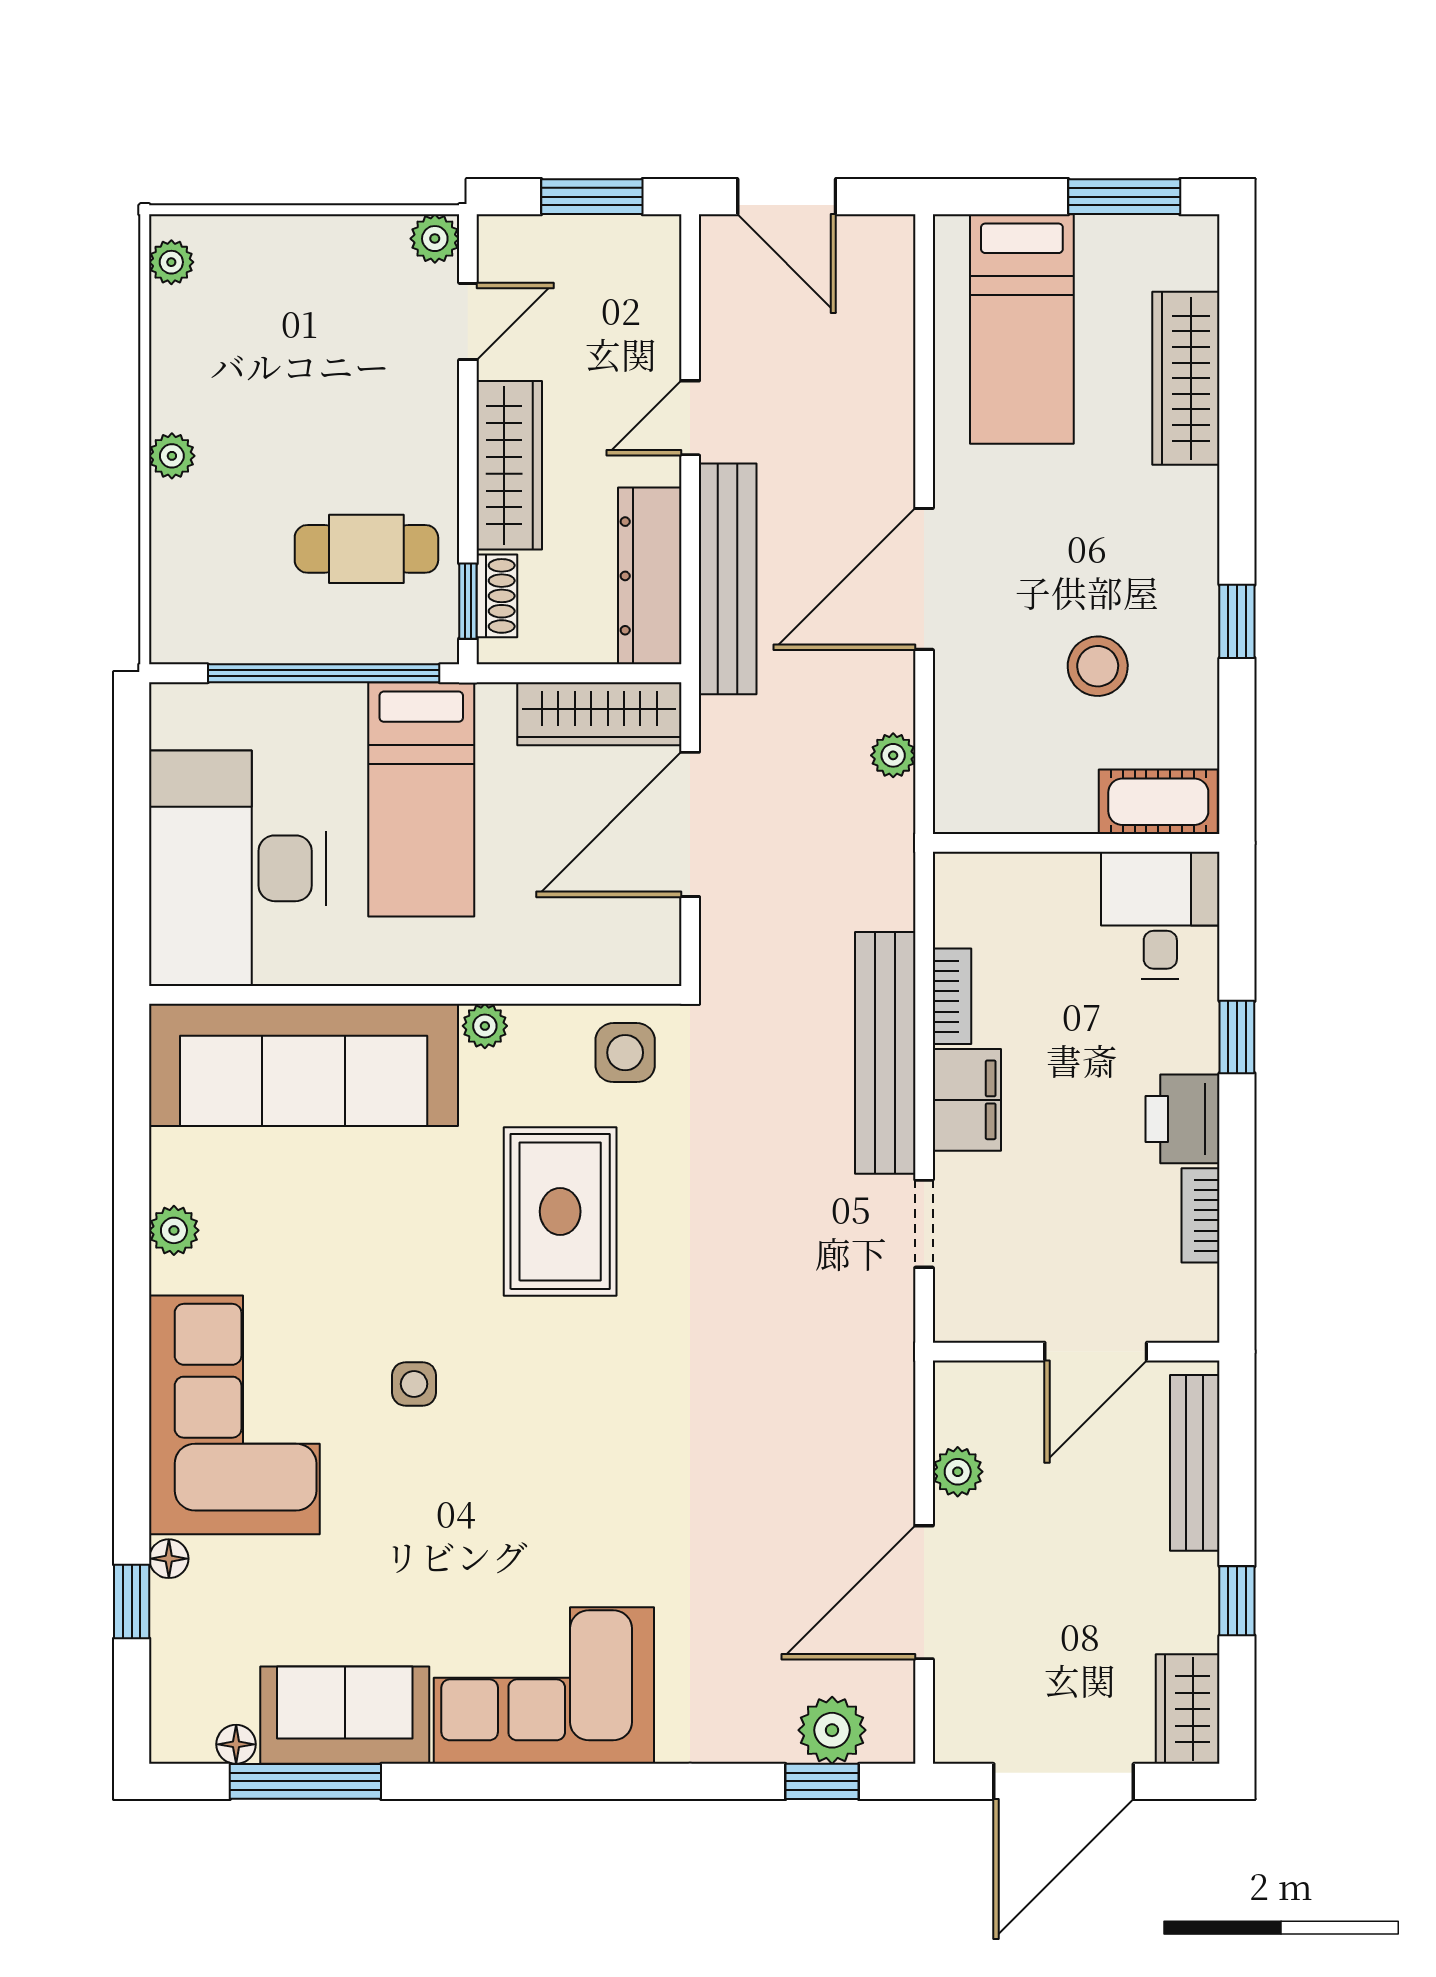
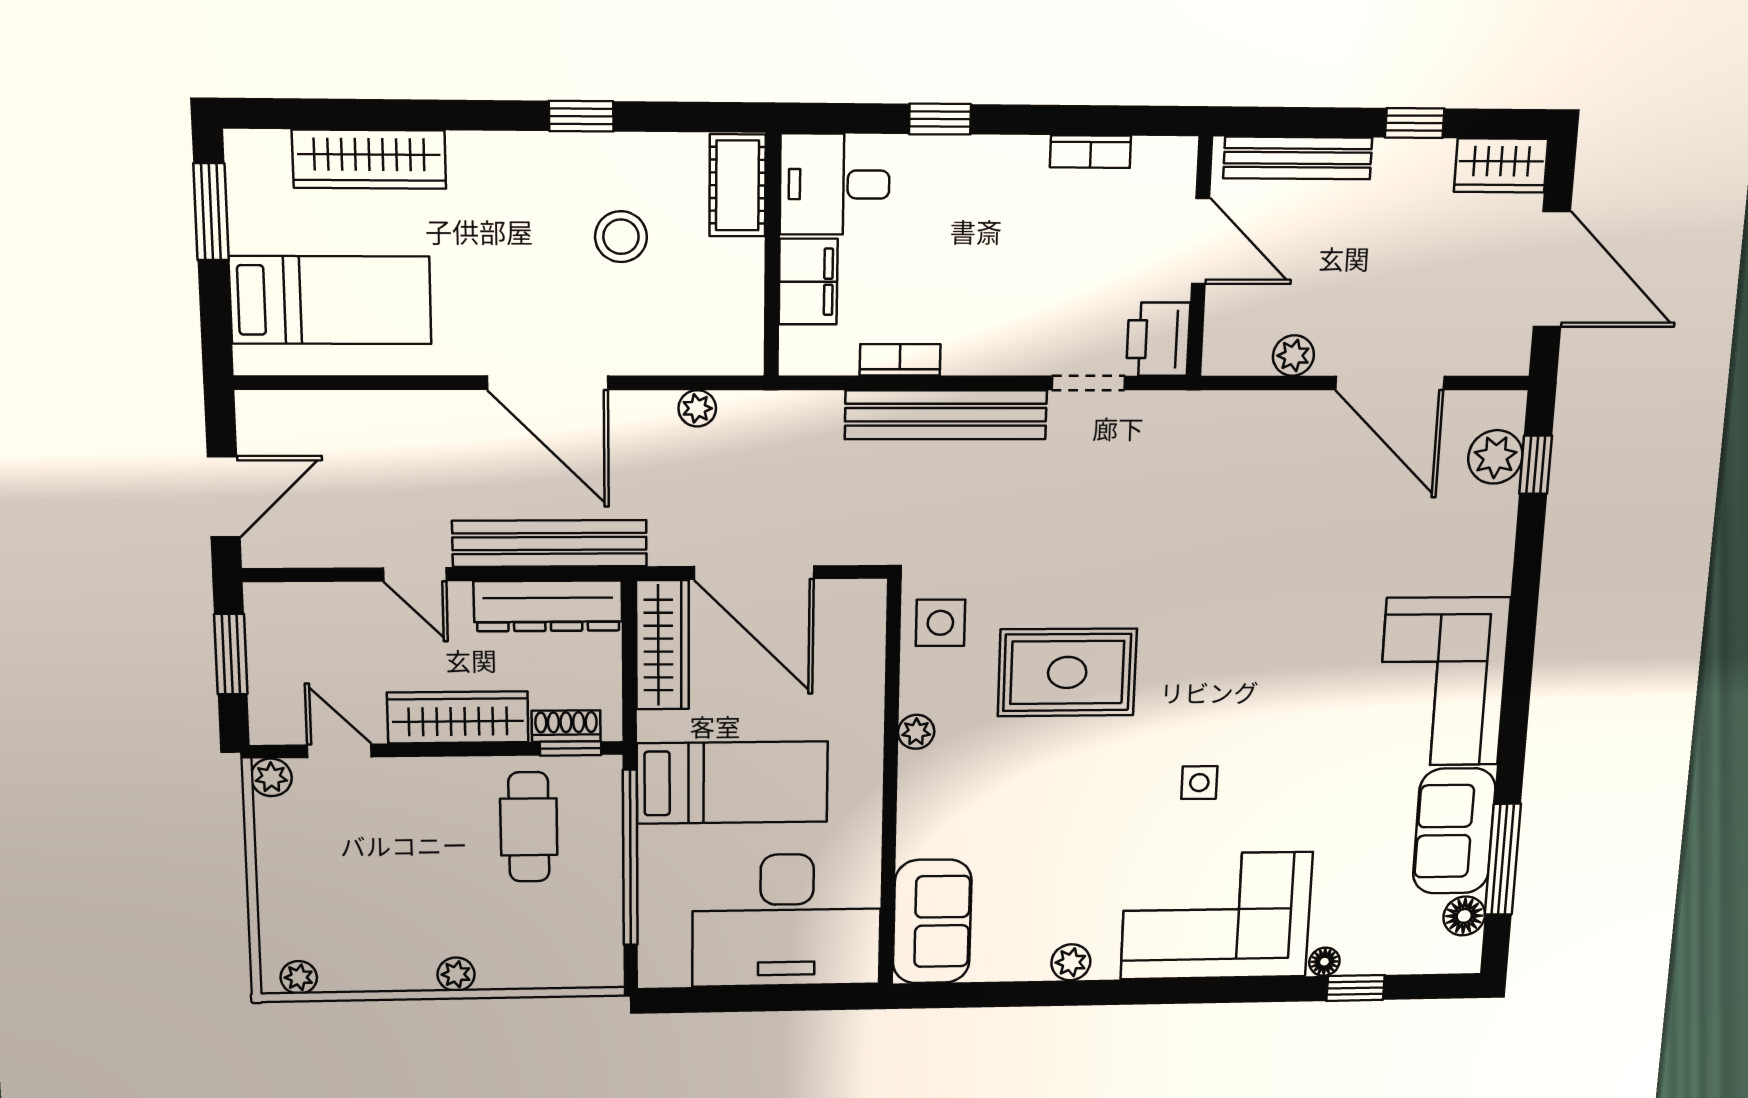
sofa: (304, 1065) -> (932, 922), width x0.54, depth x0.79
filing cabinet: (967, 1100) -> (808, 282), moved, turned 90
printer: (1183, 1119) -> (1158, 339), moved, turned 90
floor lamp: (236, 1744) -> (1464, 916), width x1.37, depth x1.37

